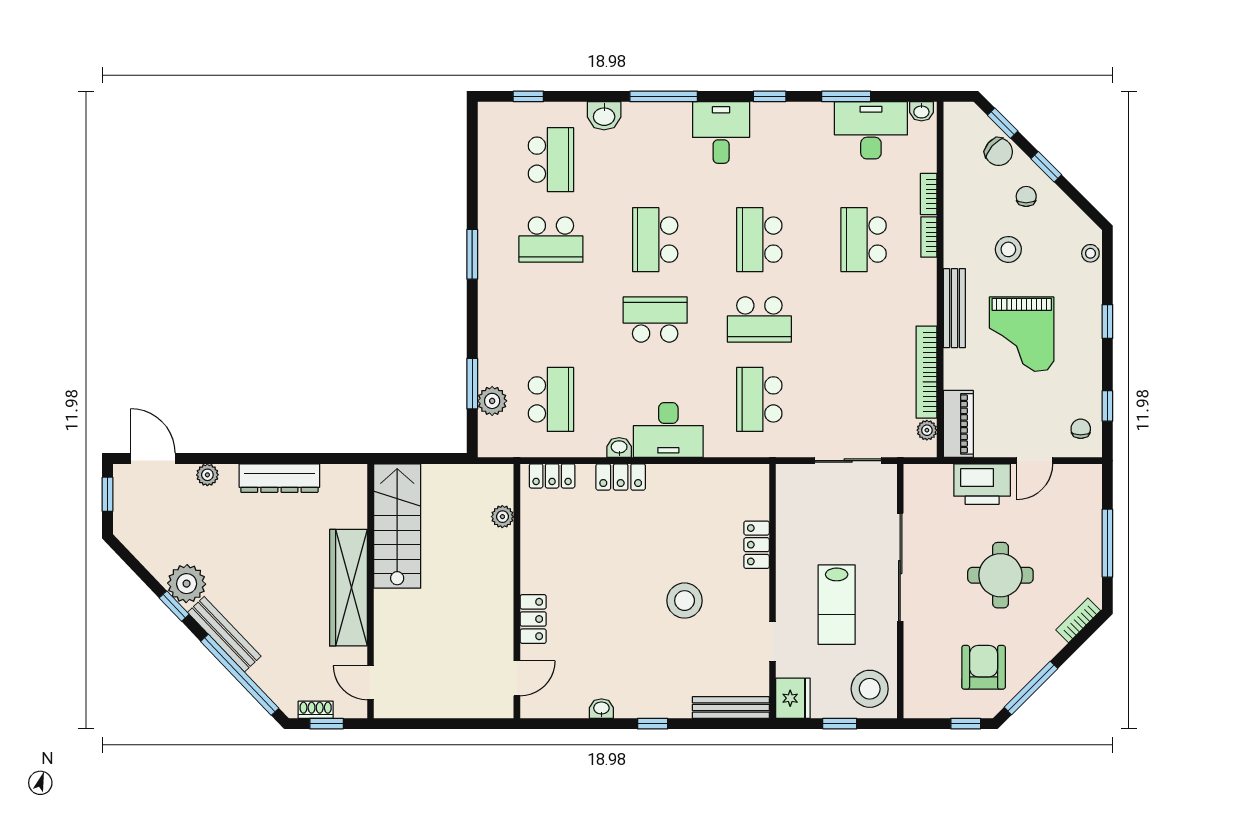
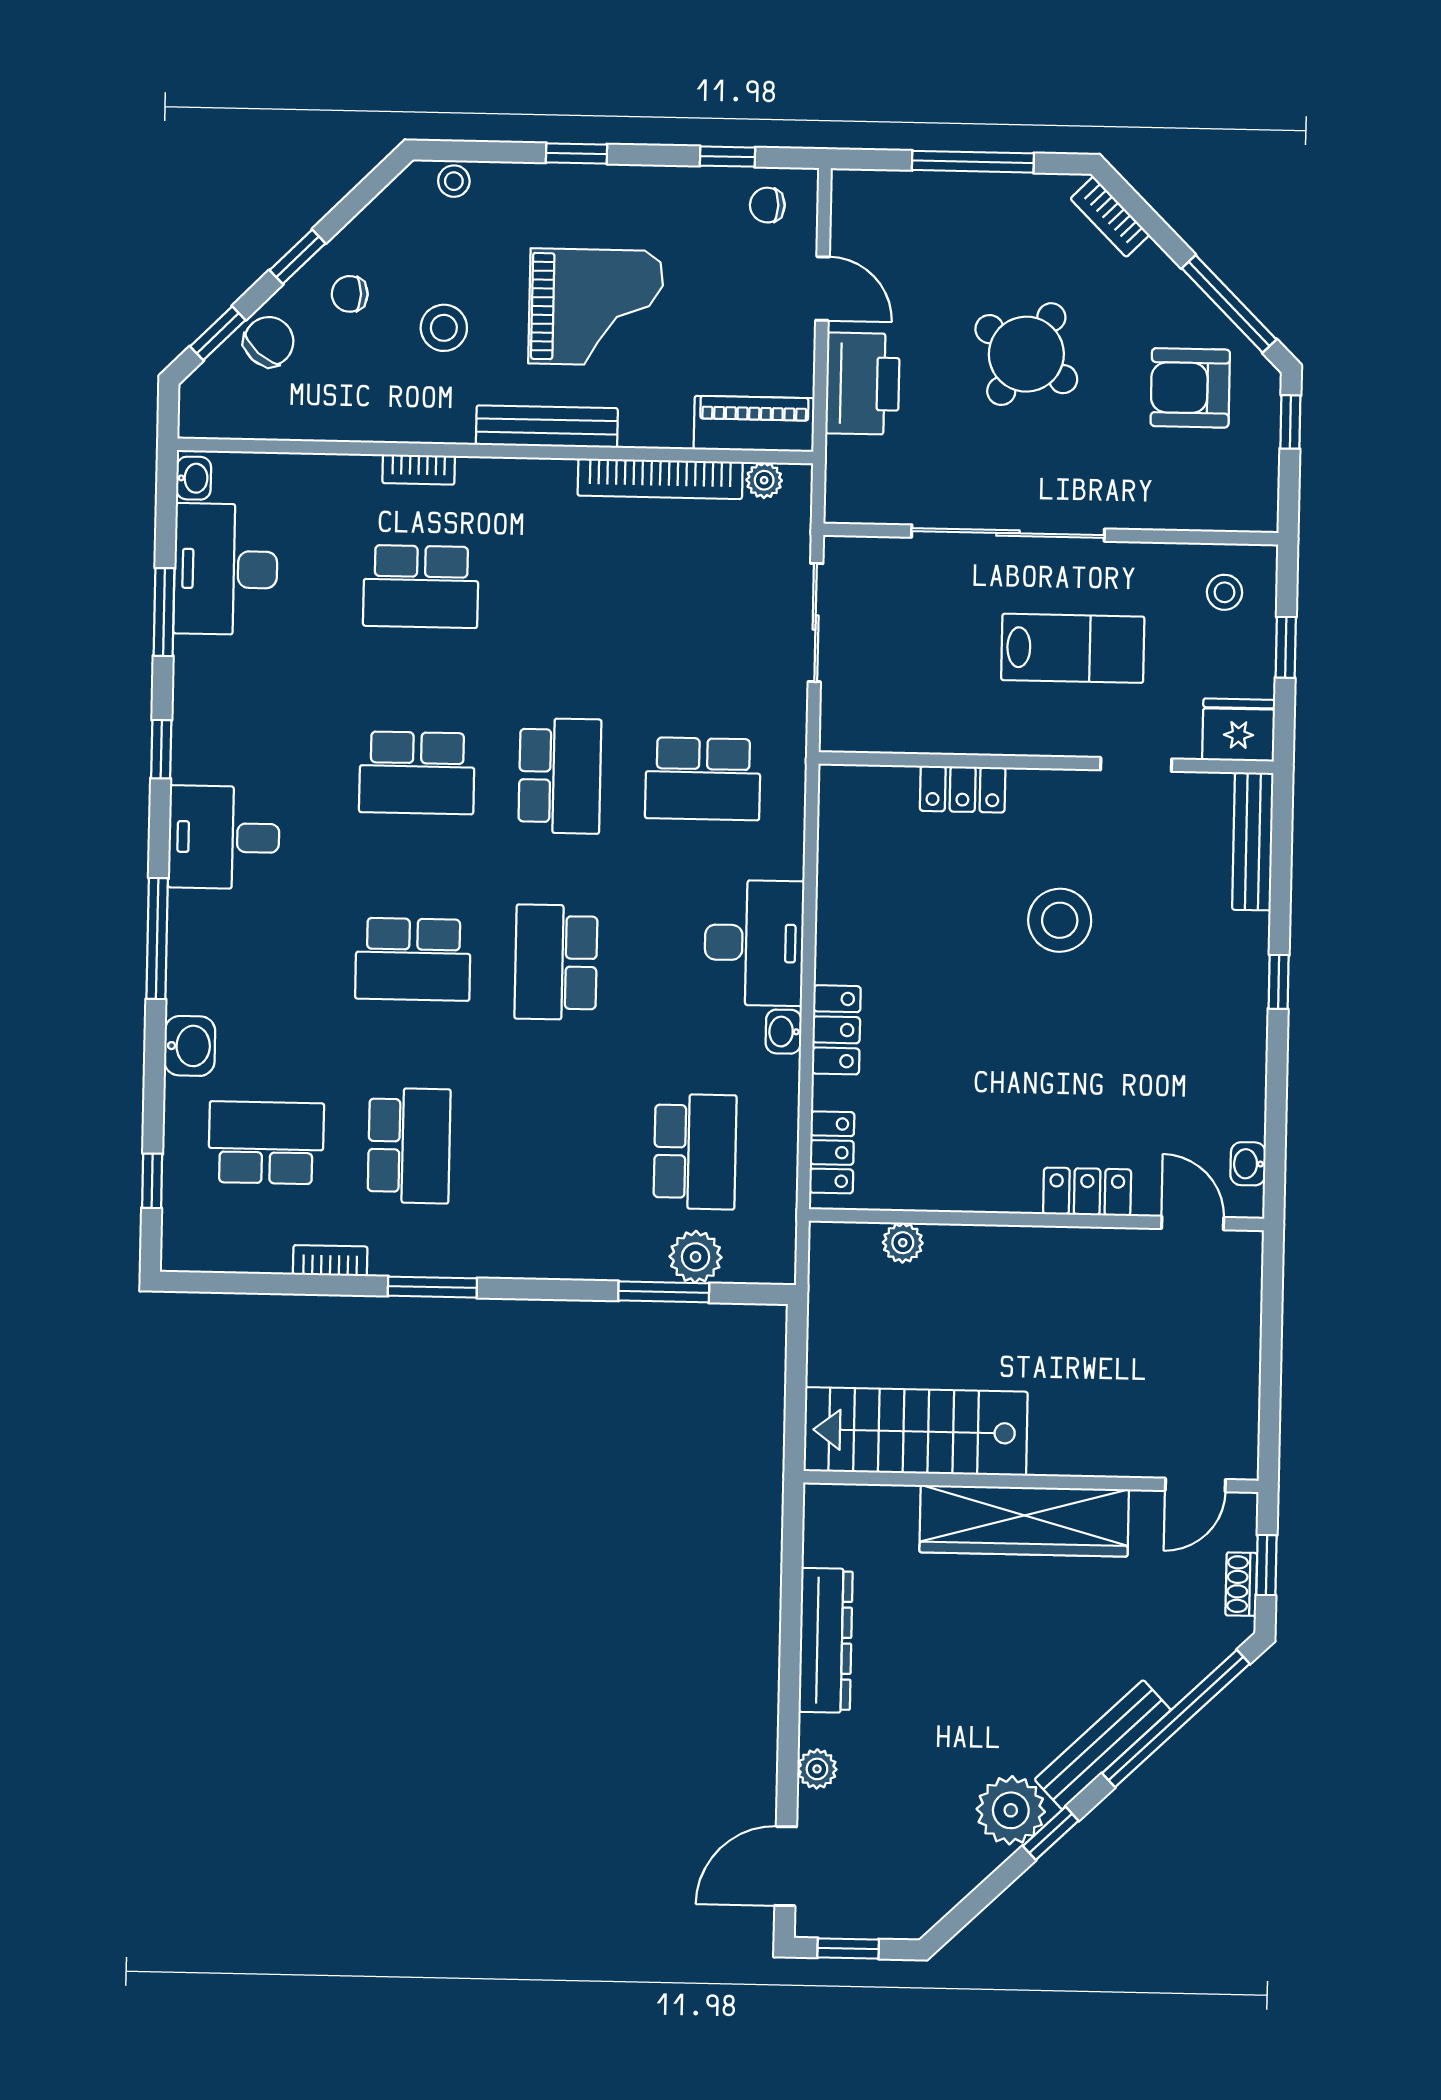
bookcase: (929, 194) -> (330, 1261), moved, turned 180
school desk: (551, 399) -> (695, 1152), turned 90
round table: (1000, 575) -> (1026, 354), turned 33
stool: (870, 689) -> (1225, 592), width x0.53, depth x0.53
washbasin: (601, 709) -> (1248, 1164), moved

